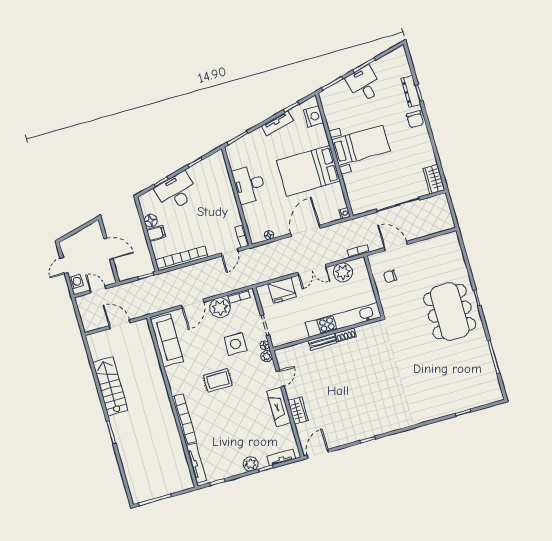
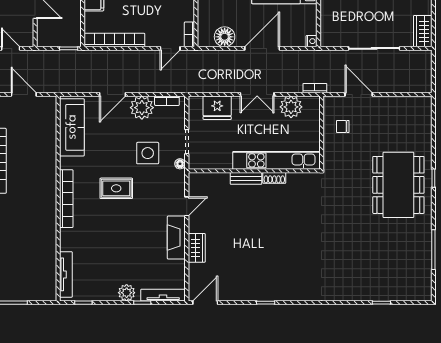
floor lamp: (269, 235) -> (225, 37), width x1.89, depth x1.89
plant: (267, 356) -> (179, 177), removed
bookcase: (184, 419) -> (66, 199), moved
tv unit: (281, 457) -> (163, 295), width x1.41

